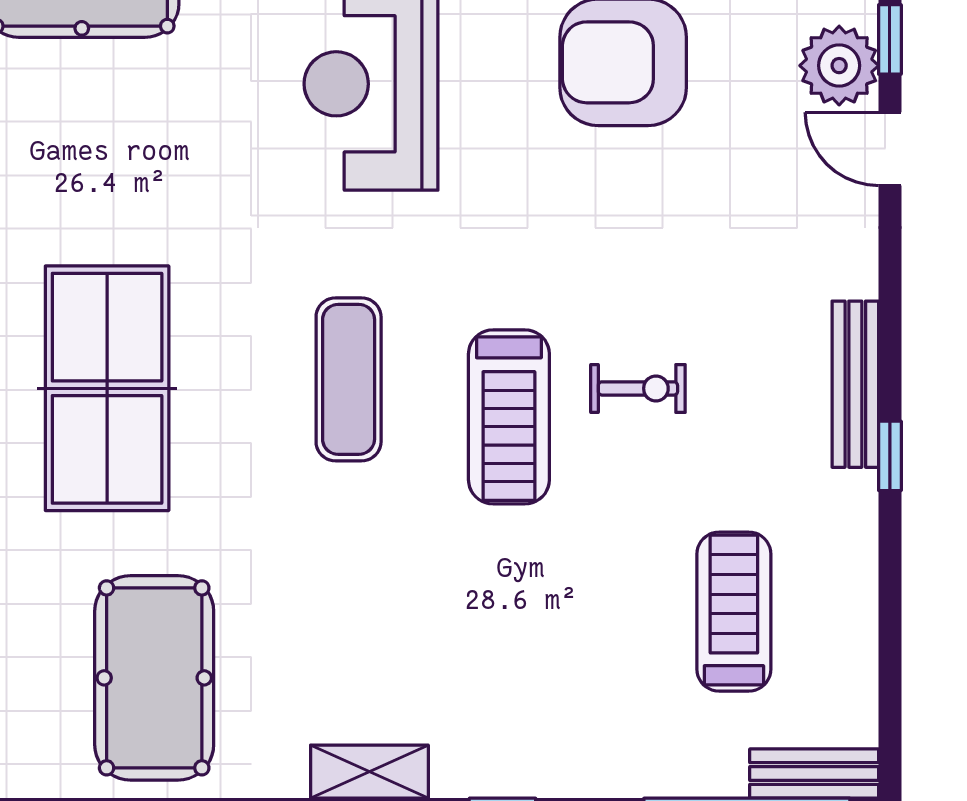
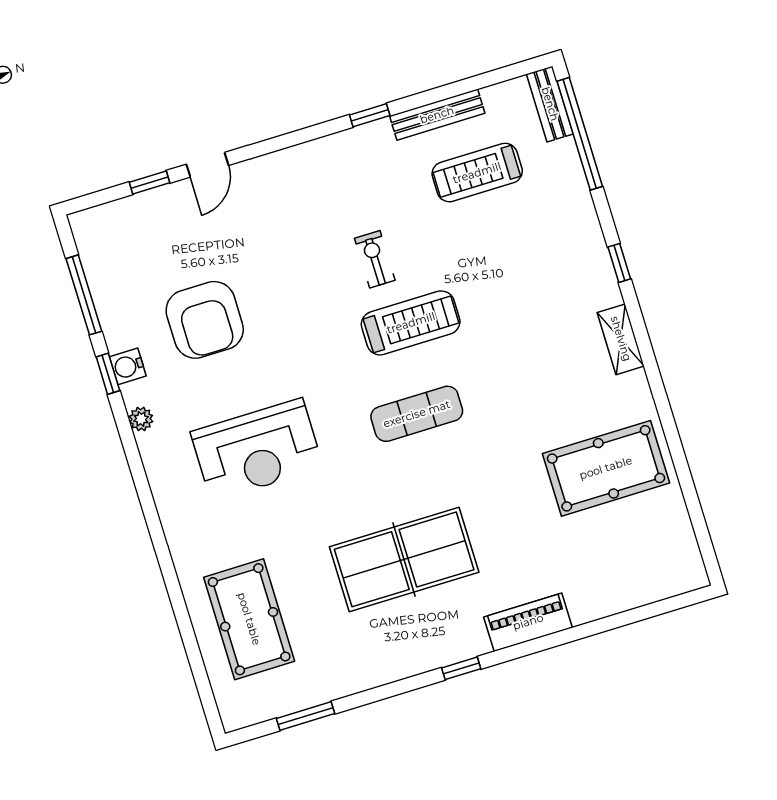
plant: (839, 66) -> (172, 205), removed
bench: (855, 384) -> (437, 115), moved
table tennis table: (107, 388) -> (404, 559), moved

